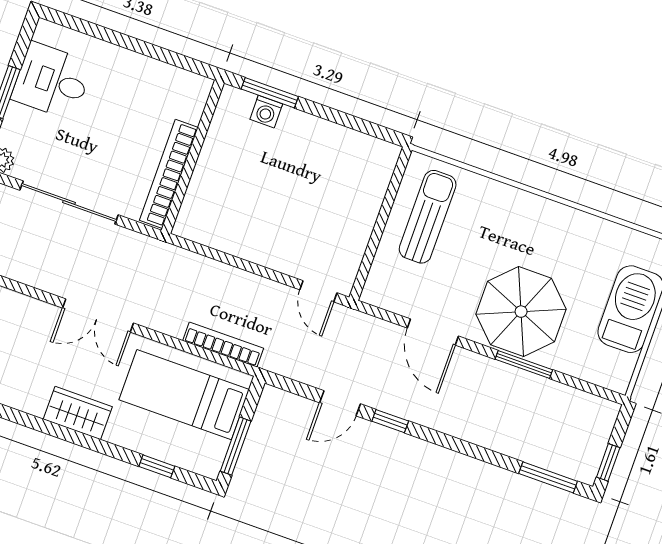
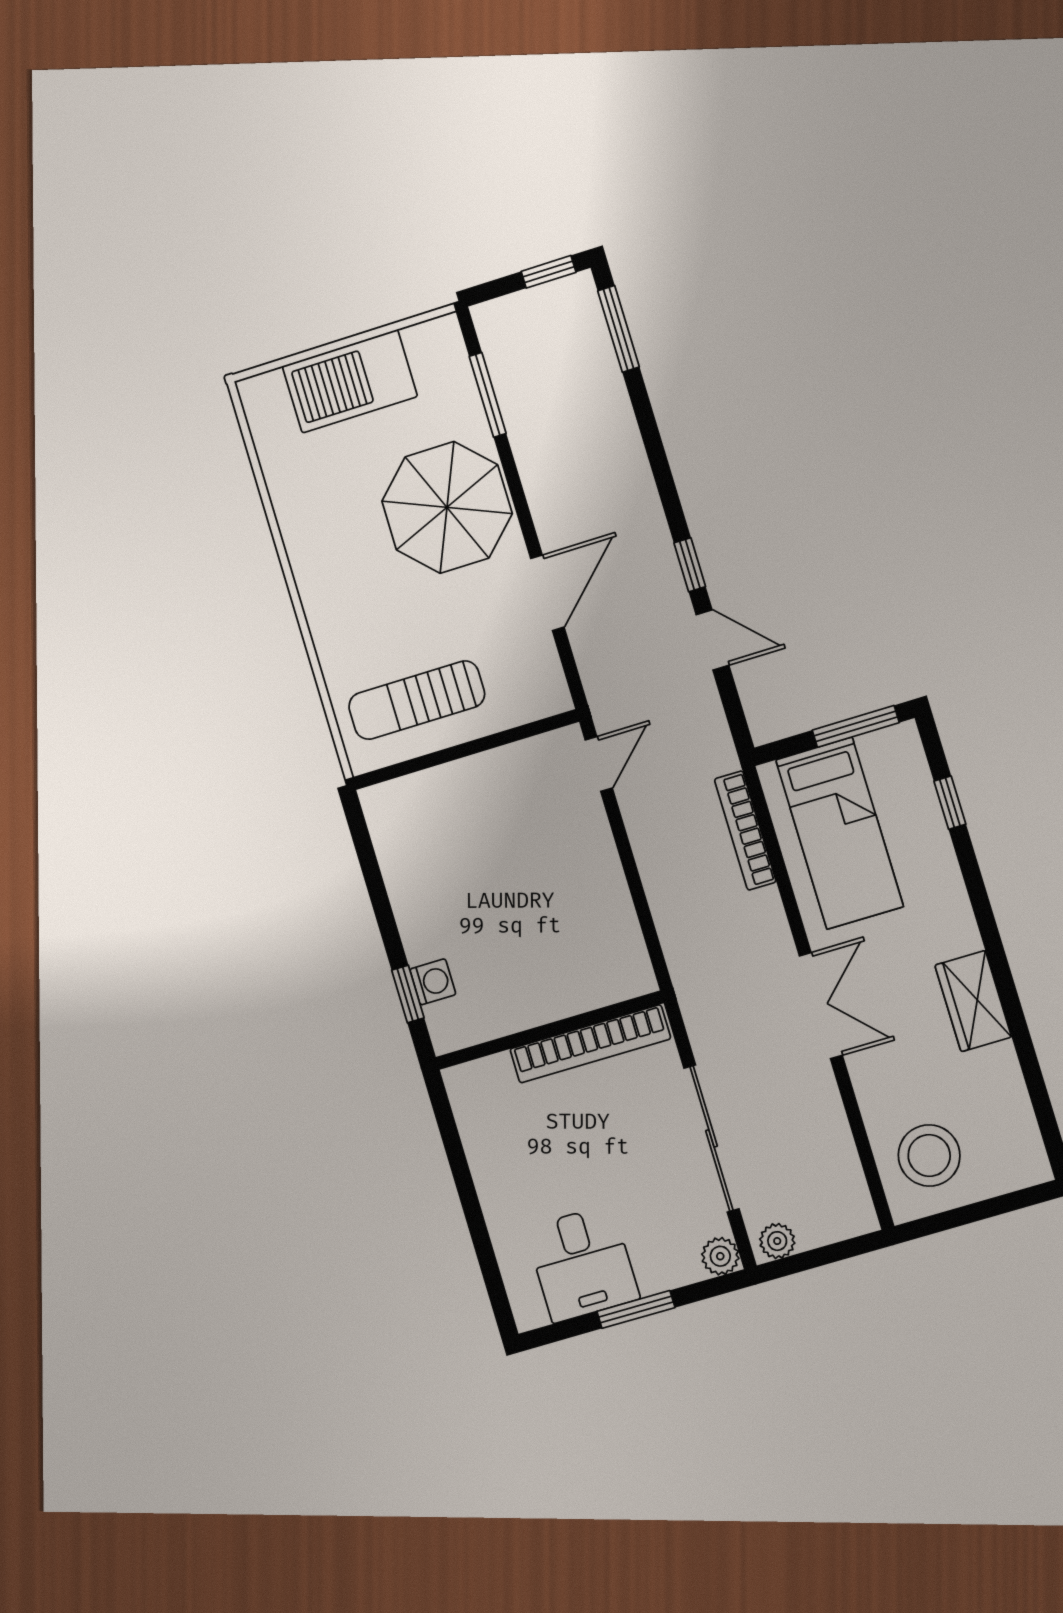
window: (270, 93) -> (408, 994), width x0.67
window: (524, 364) -> (488, 395), moved
wardrobe: (78, 413) -> (973, 1001), moved

